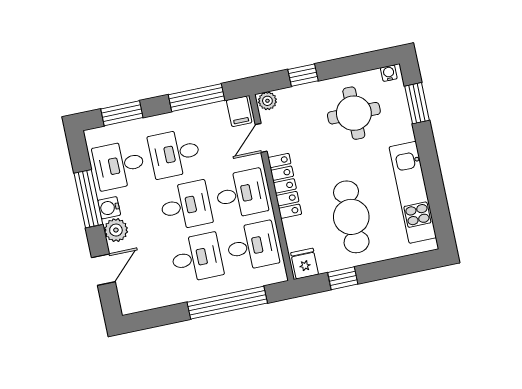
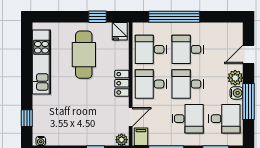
window: (417, 103) -> (27, 118), width x0.67
round table: (354, 113) -> (68, 120), removed
locker: (285, 186) -> (122, 83), width x0.66

